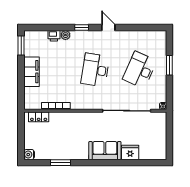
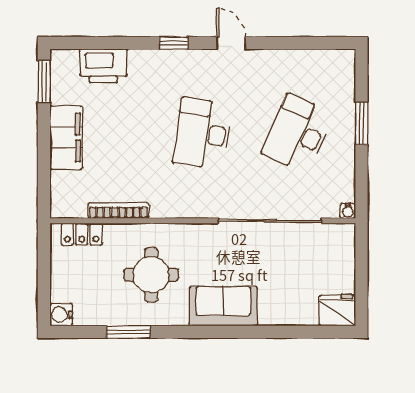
plant: (65, 35) -> (139, 59), removed
printer: (54, 36) -> (103, 66), width x1.87, depth x1.48
round table: (71, 136) -> (151, 275), added
fridge: (130, 153) -> (337, 310), moved

